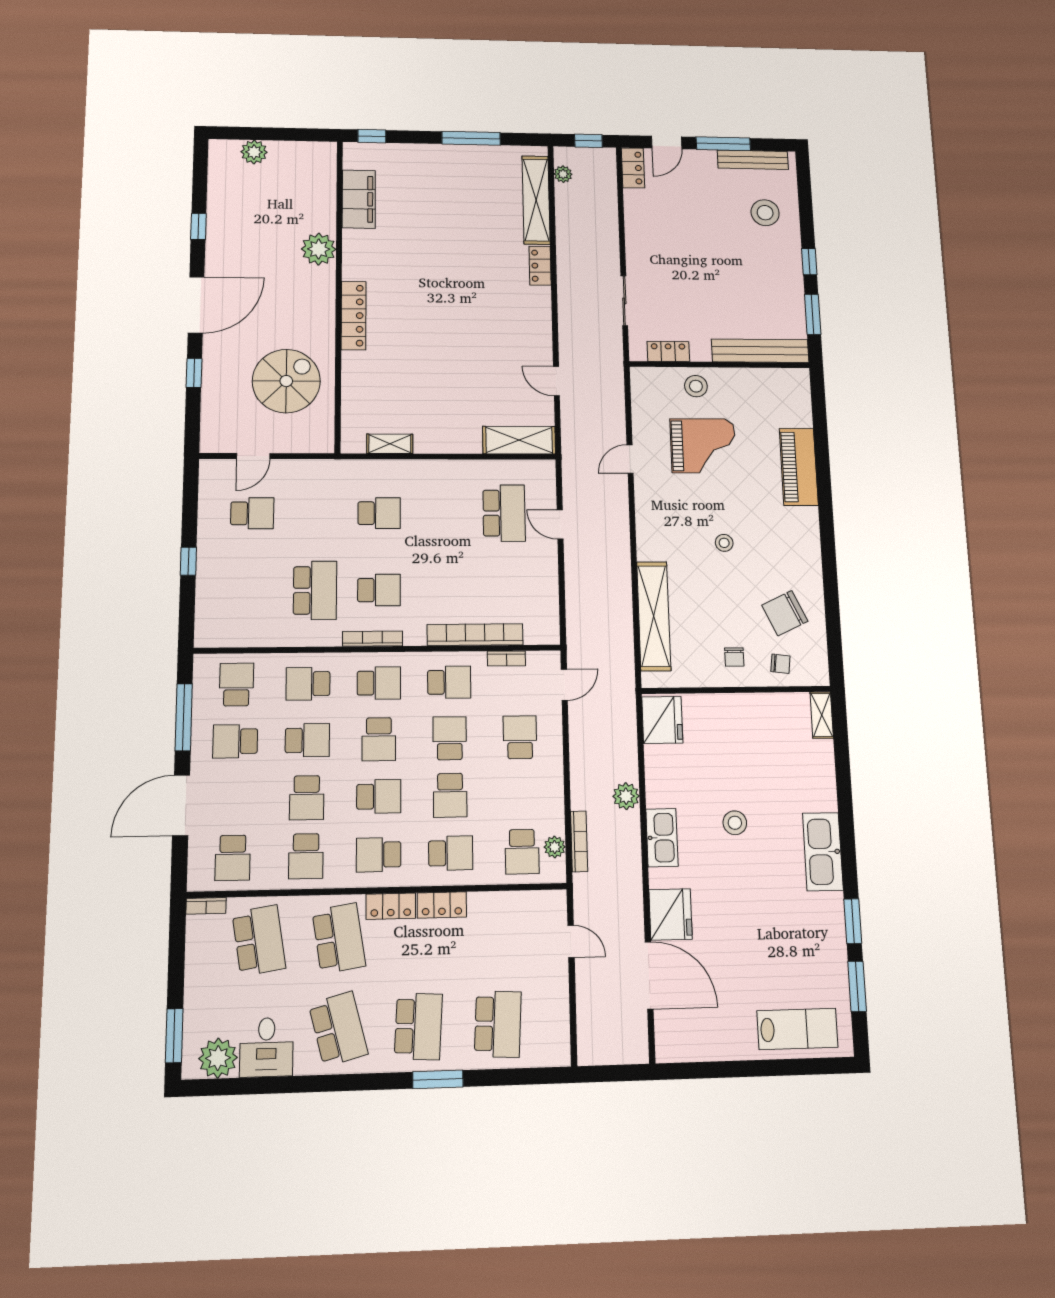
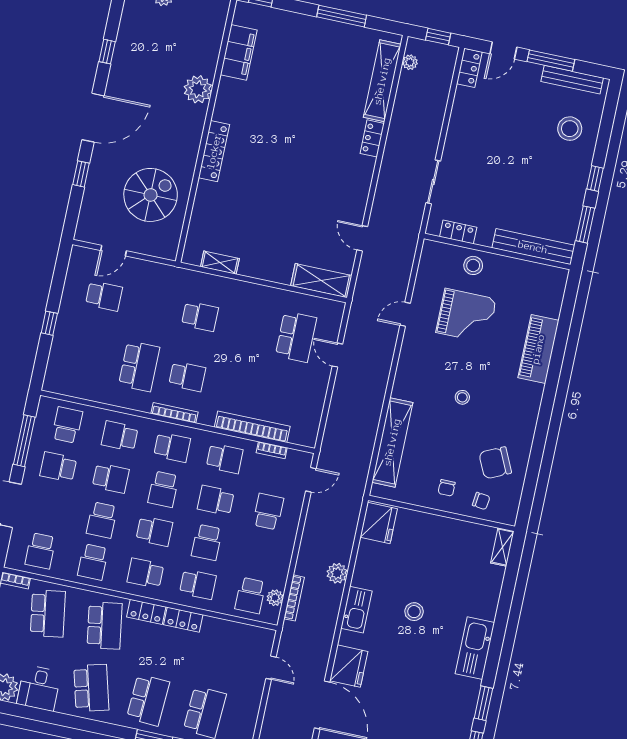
school desk: (450, 738) -> (216, 500), turned -90

